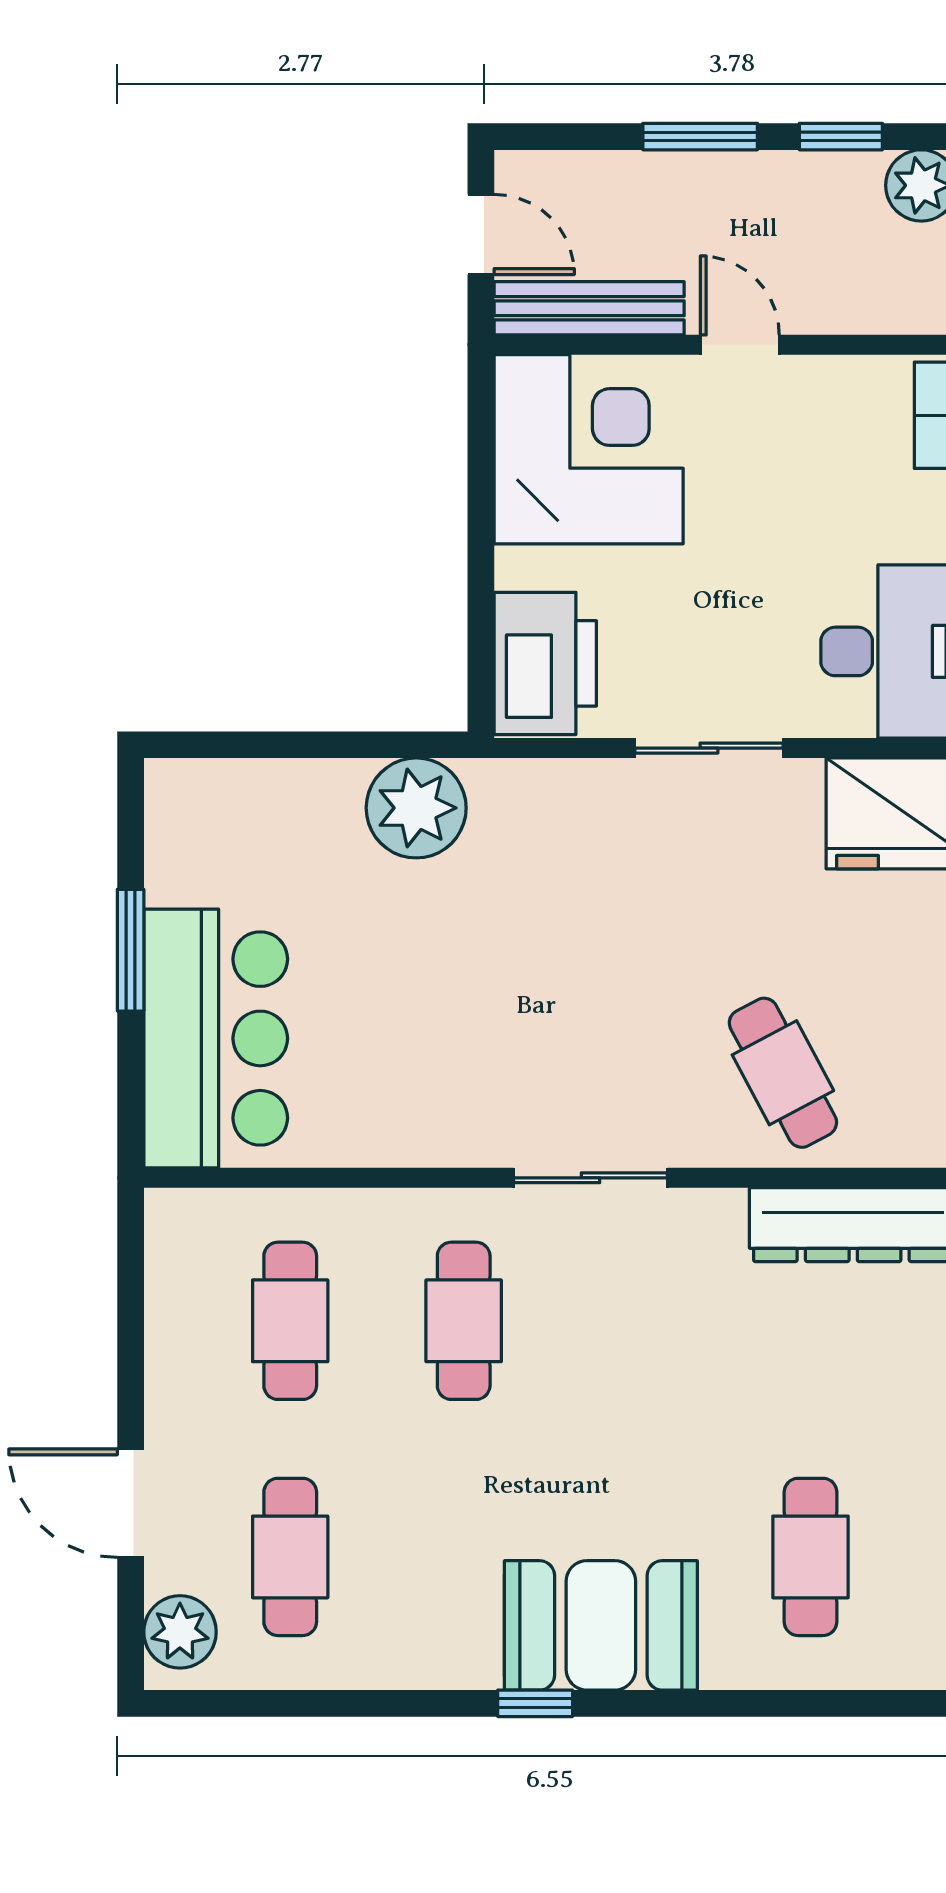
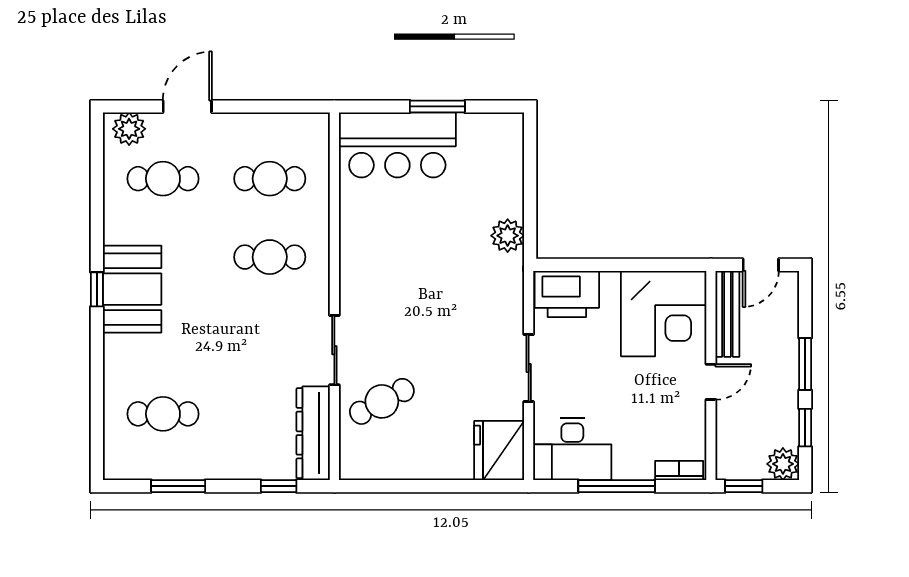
plant: (416, 808) -> (508, 236), width x0.73, depth x0.73
sliding door: (590, 1178) -> (334, 350), moved
booth: (601, 1625) -> (132, 289), moved

